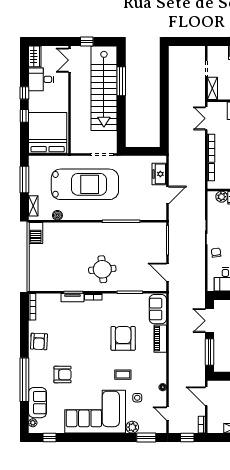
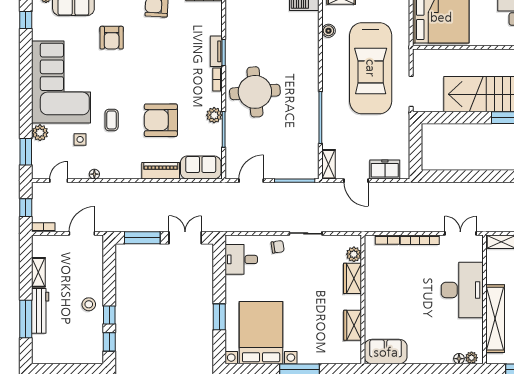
shelving: (155, 215) -> (329, 164), added
round table: (102, 269) -> (255, 92), width x1.36, depth x1.36
plant: (119, 299) -> (214, 115), added
armchair: (123, 338) -> (161, 120), turned 180

